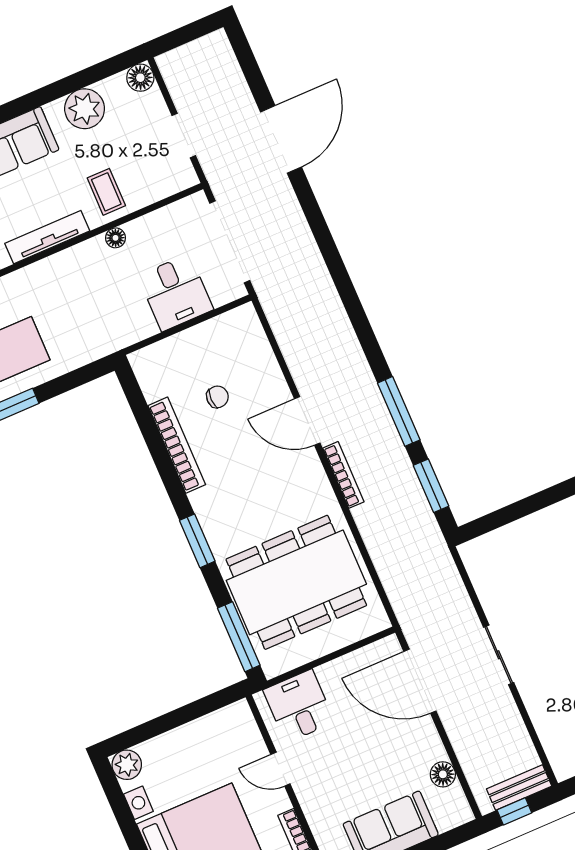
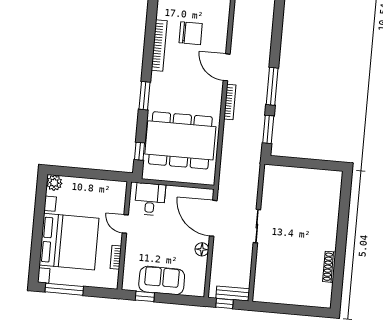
chair: (217, 397) -> (191, 33), width x1.87, depth x1.87
window: (239, 637) -> (140, 151), width x0.46
floor lamp: (443, 774) -> (202, 249), moved

